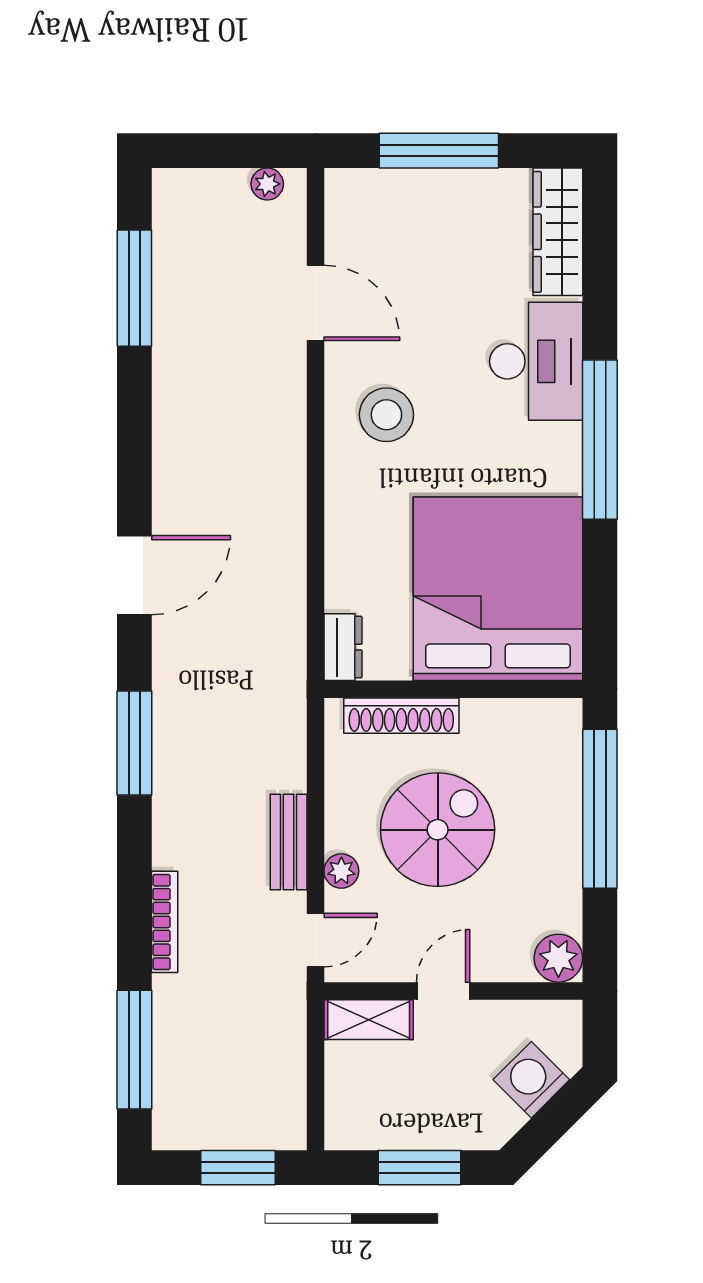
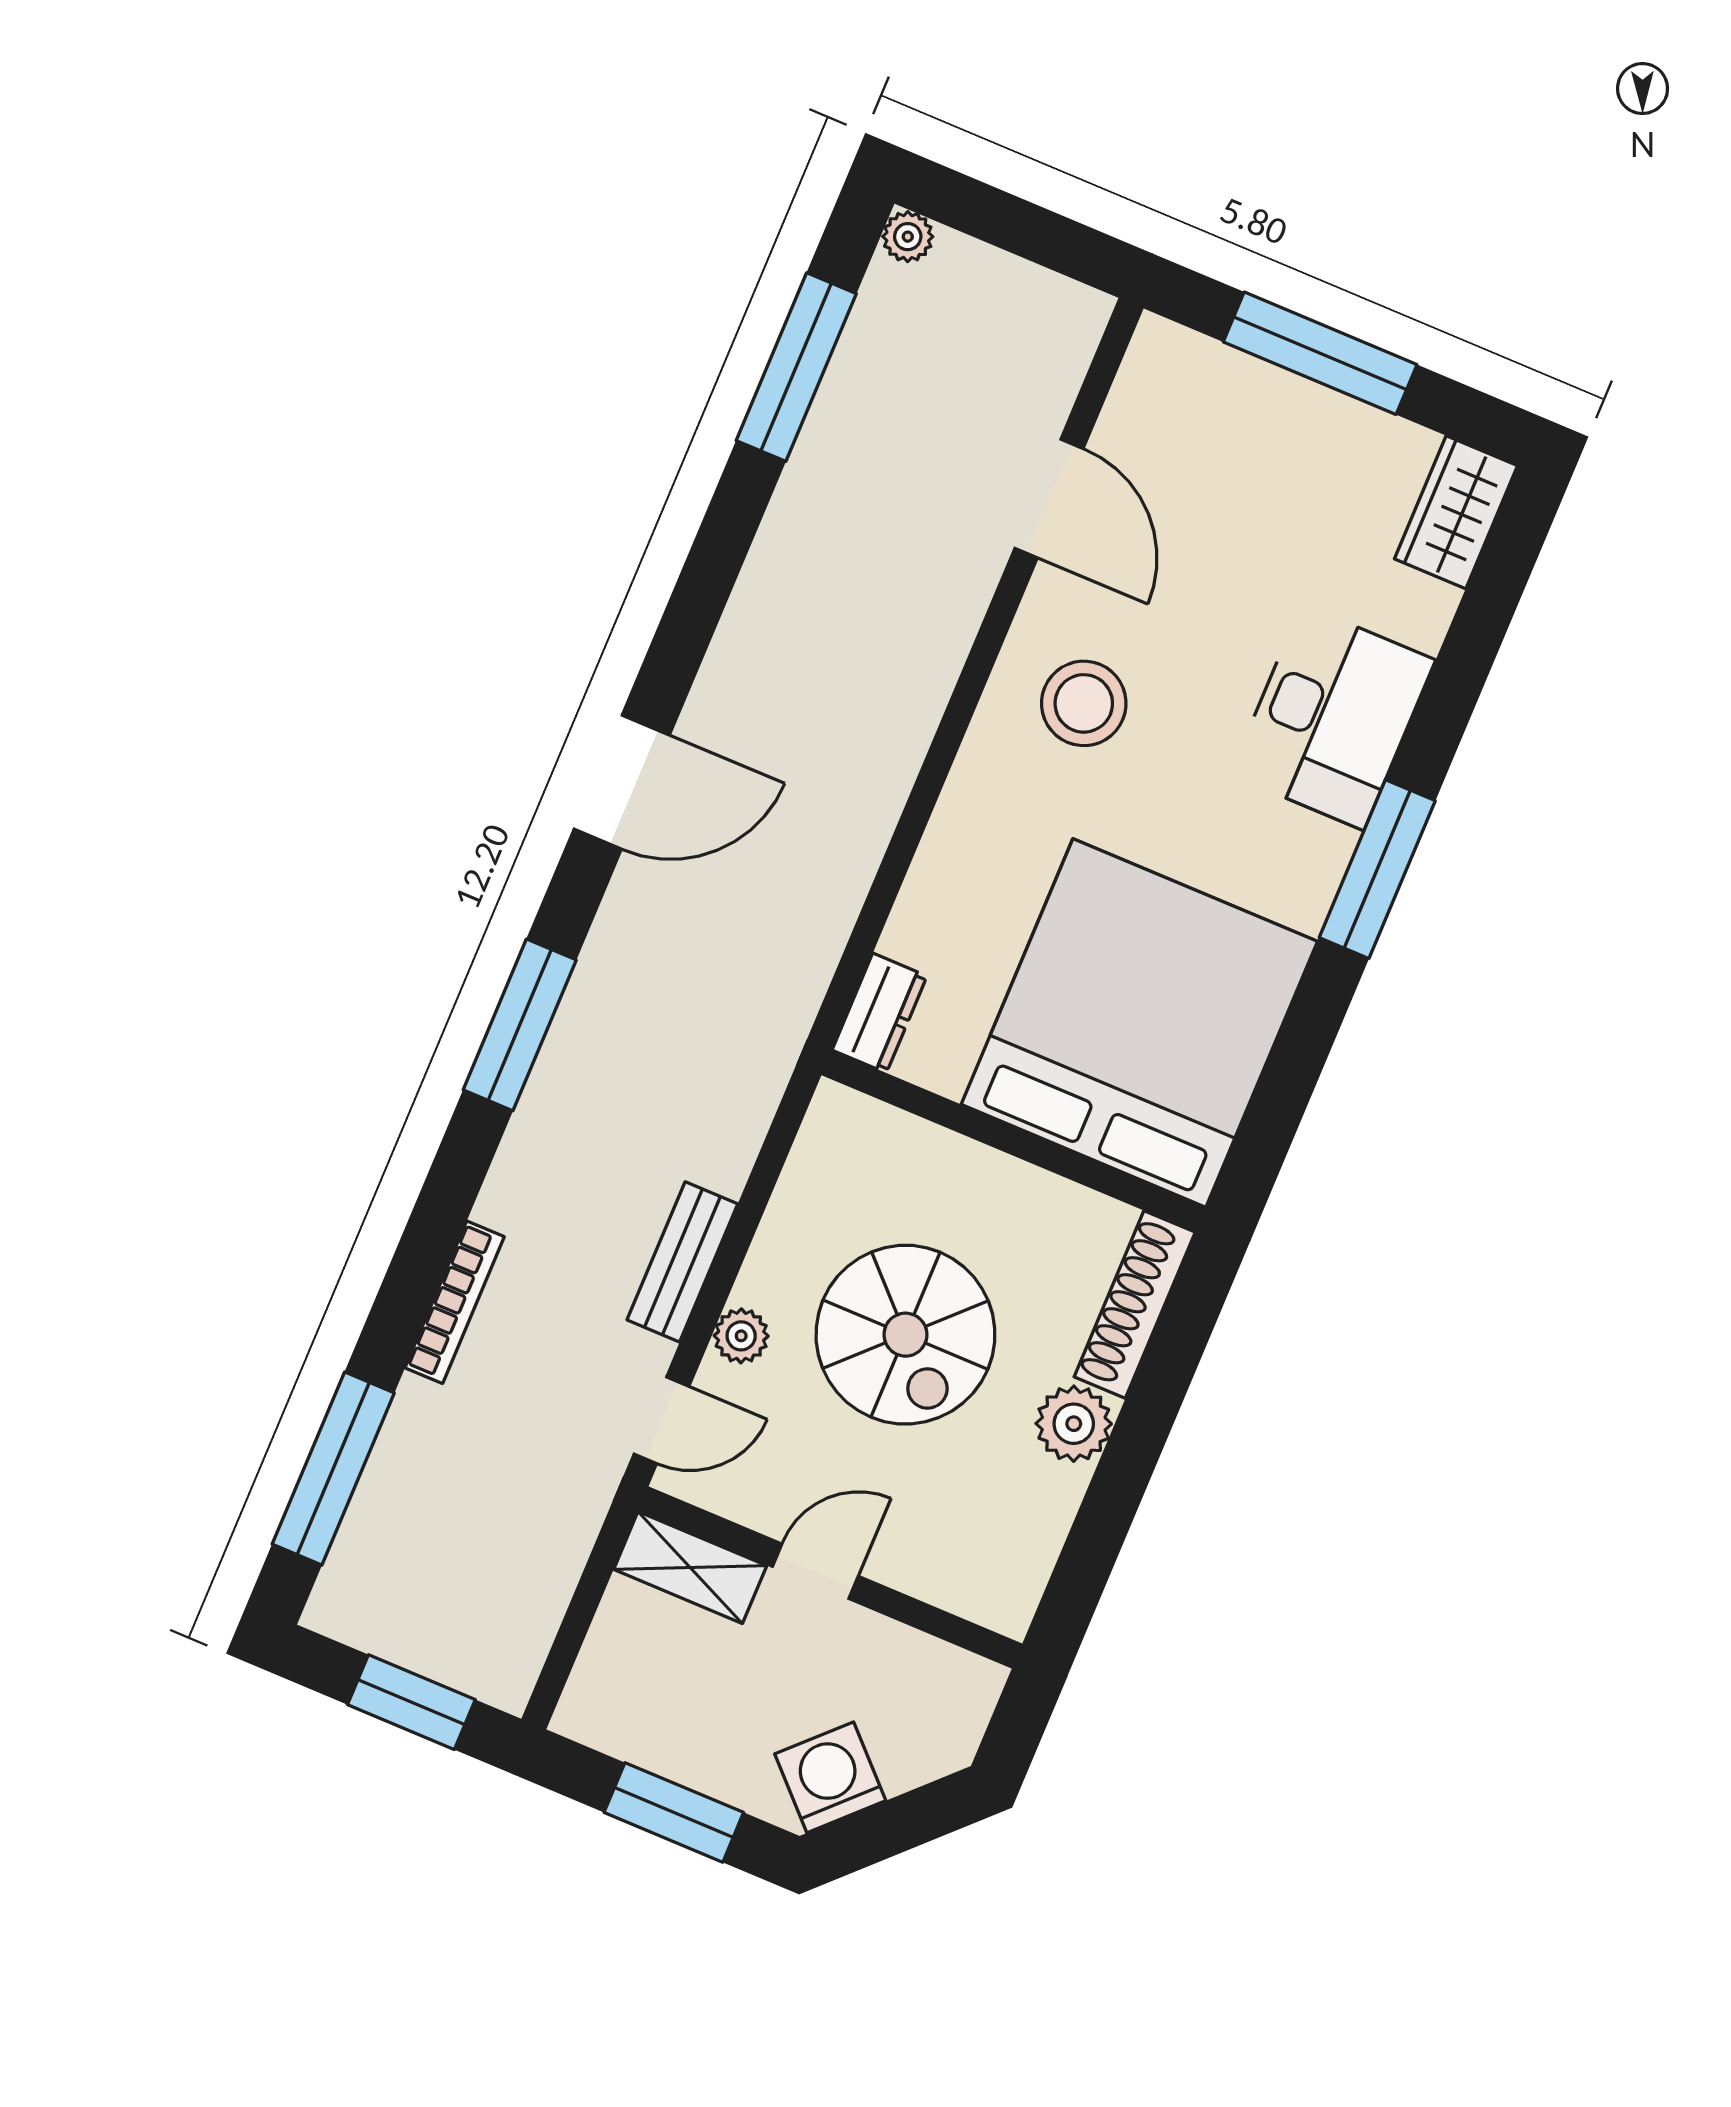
plant: (267, 184) -> (908, 237), moved
wardrobe: (558, 232) -> (1456, 512), width x0.67
window: (600, 440) -> (1377, 869), width x0.68
shoe rack: (401, 716) -> (1135, 1305), moved, turned 90
window: (600, 809) -> (1153, 1403), removed
spiral stairs: (438, 830) -> (905, 1335), turned 90
plant: (558, 958) -> (1074, 1424), moved
washing machine: (531, 1080) -> (830, 1777), moved

